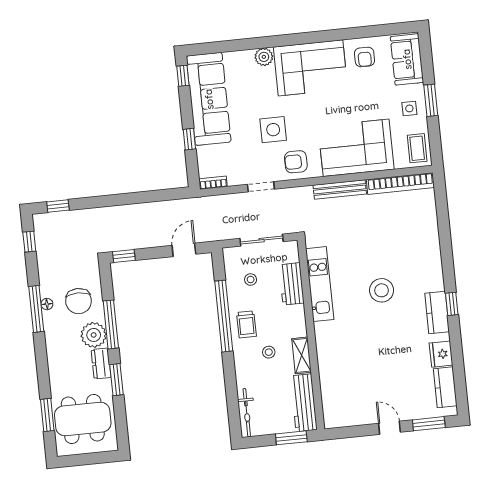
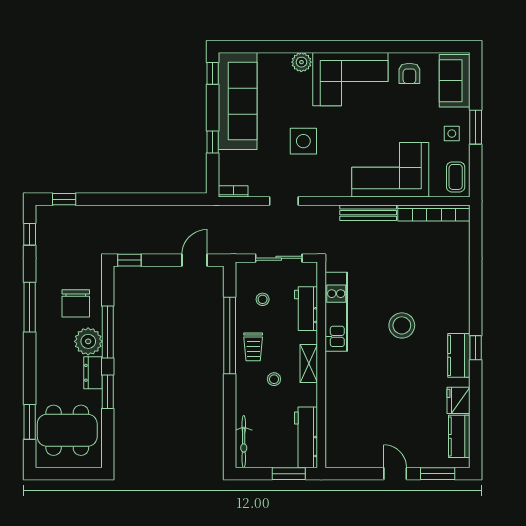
armchair: (296, 162) -> (324, 178), removed
floor lamp: (47, 304) -> (42, 303), removed
shelving: (302, 355) -> (309, 363), moved

